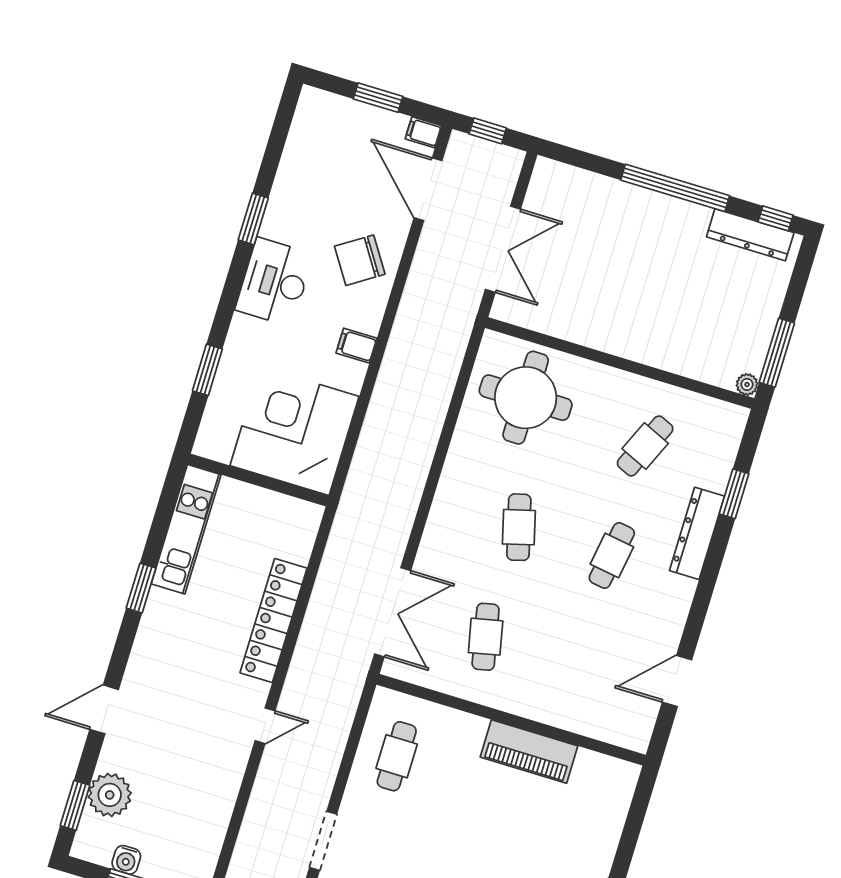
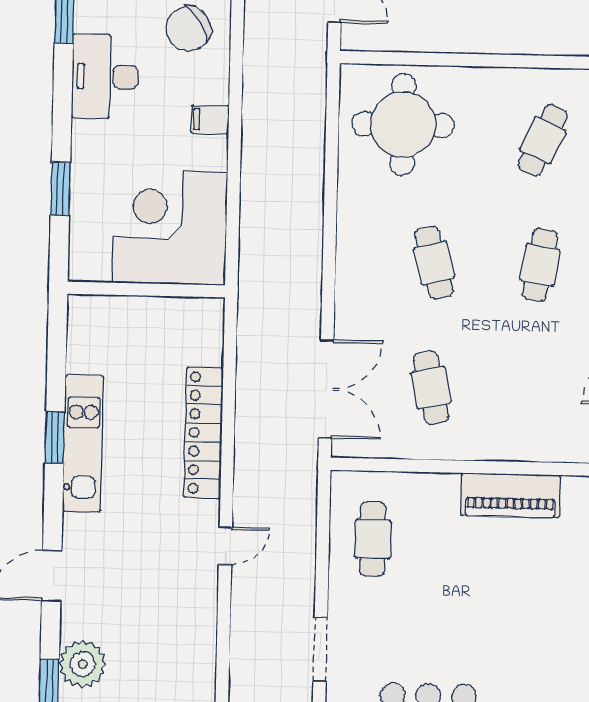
kitchen unit: (186, 529) -> (83, 443), moved

